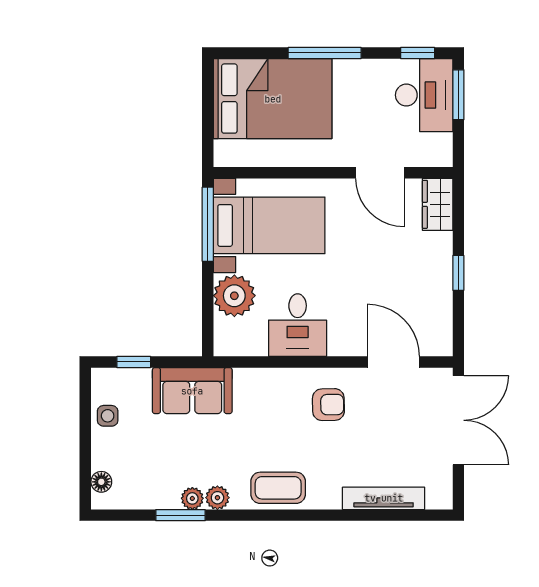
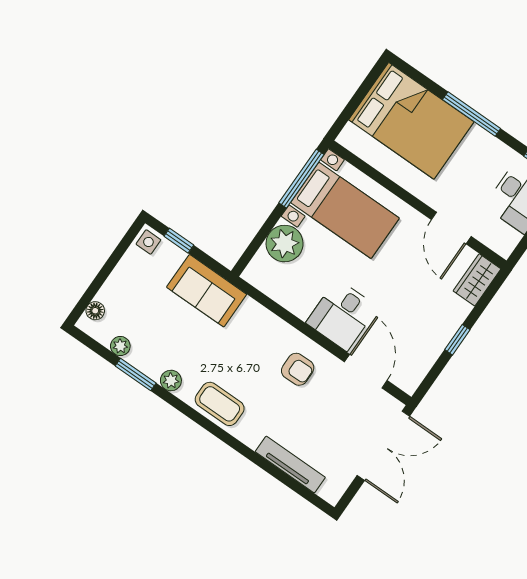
desk: (298, 325) -> (342, 315), moved
side table: (108, 416) -> (148, 242), moved
plant: (192, 498) -> (120, 346), moved

